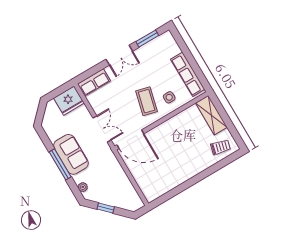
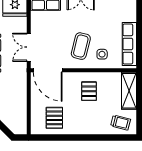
double door: (102, 129) -> (29, 47), swing flipped
pallet: (177, 136) -> (89, 91), added
pallet: (161, 177) -> (54, 118), added

